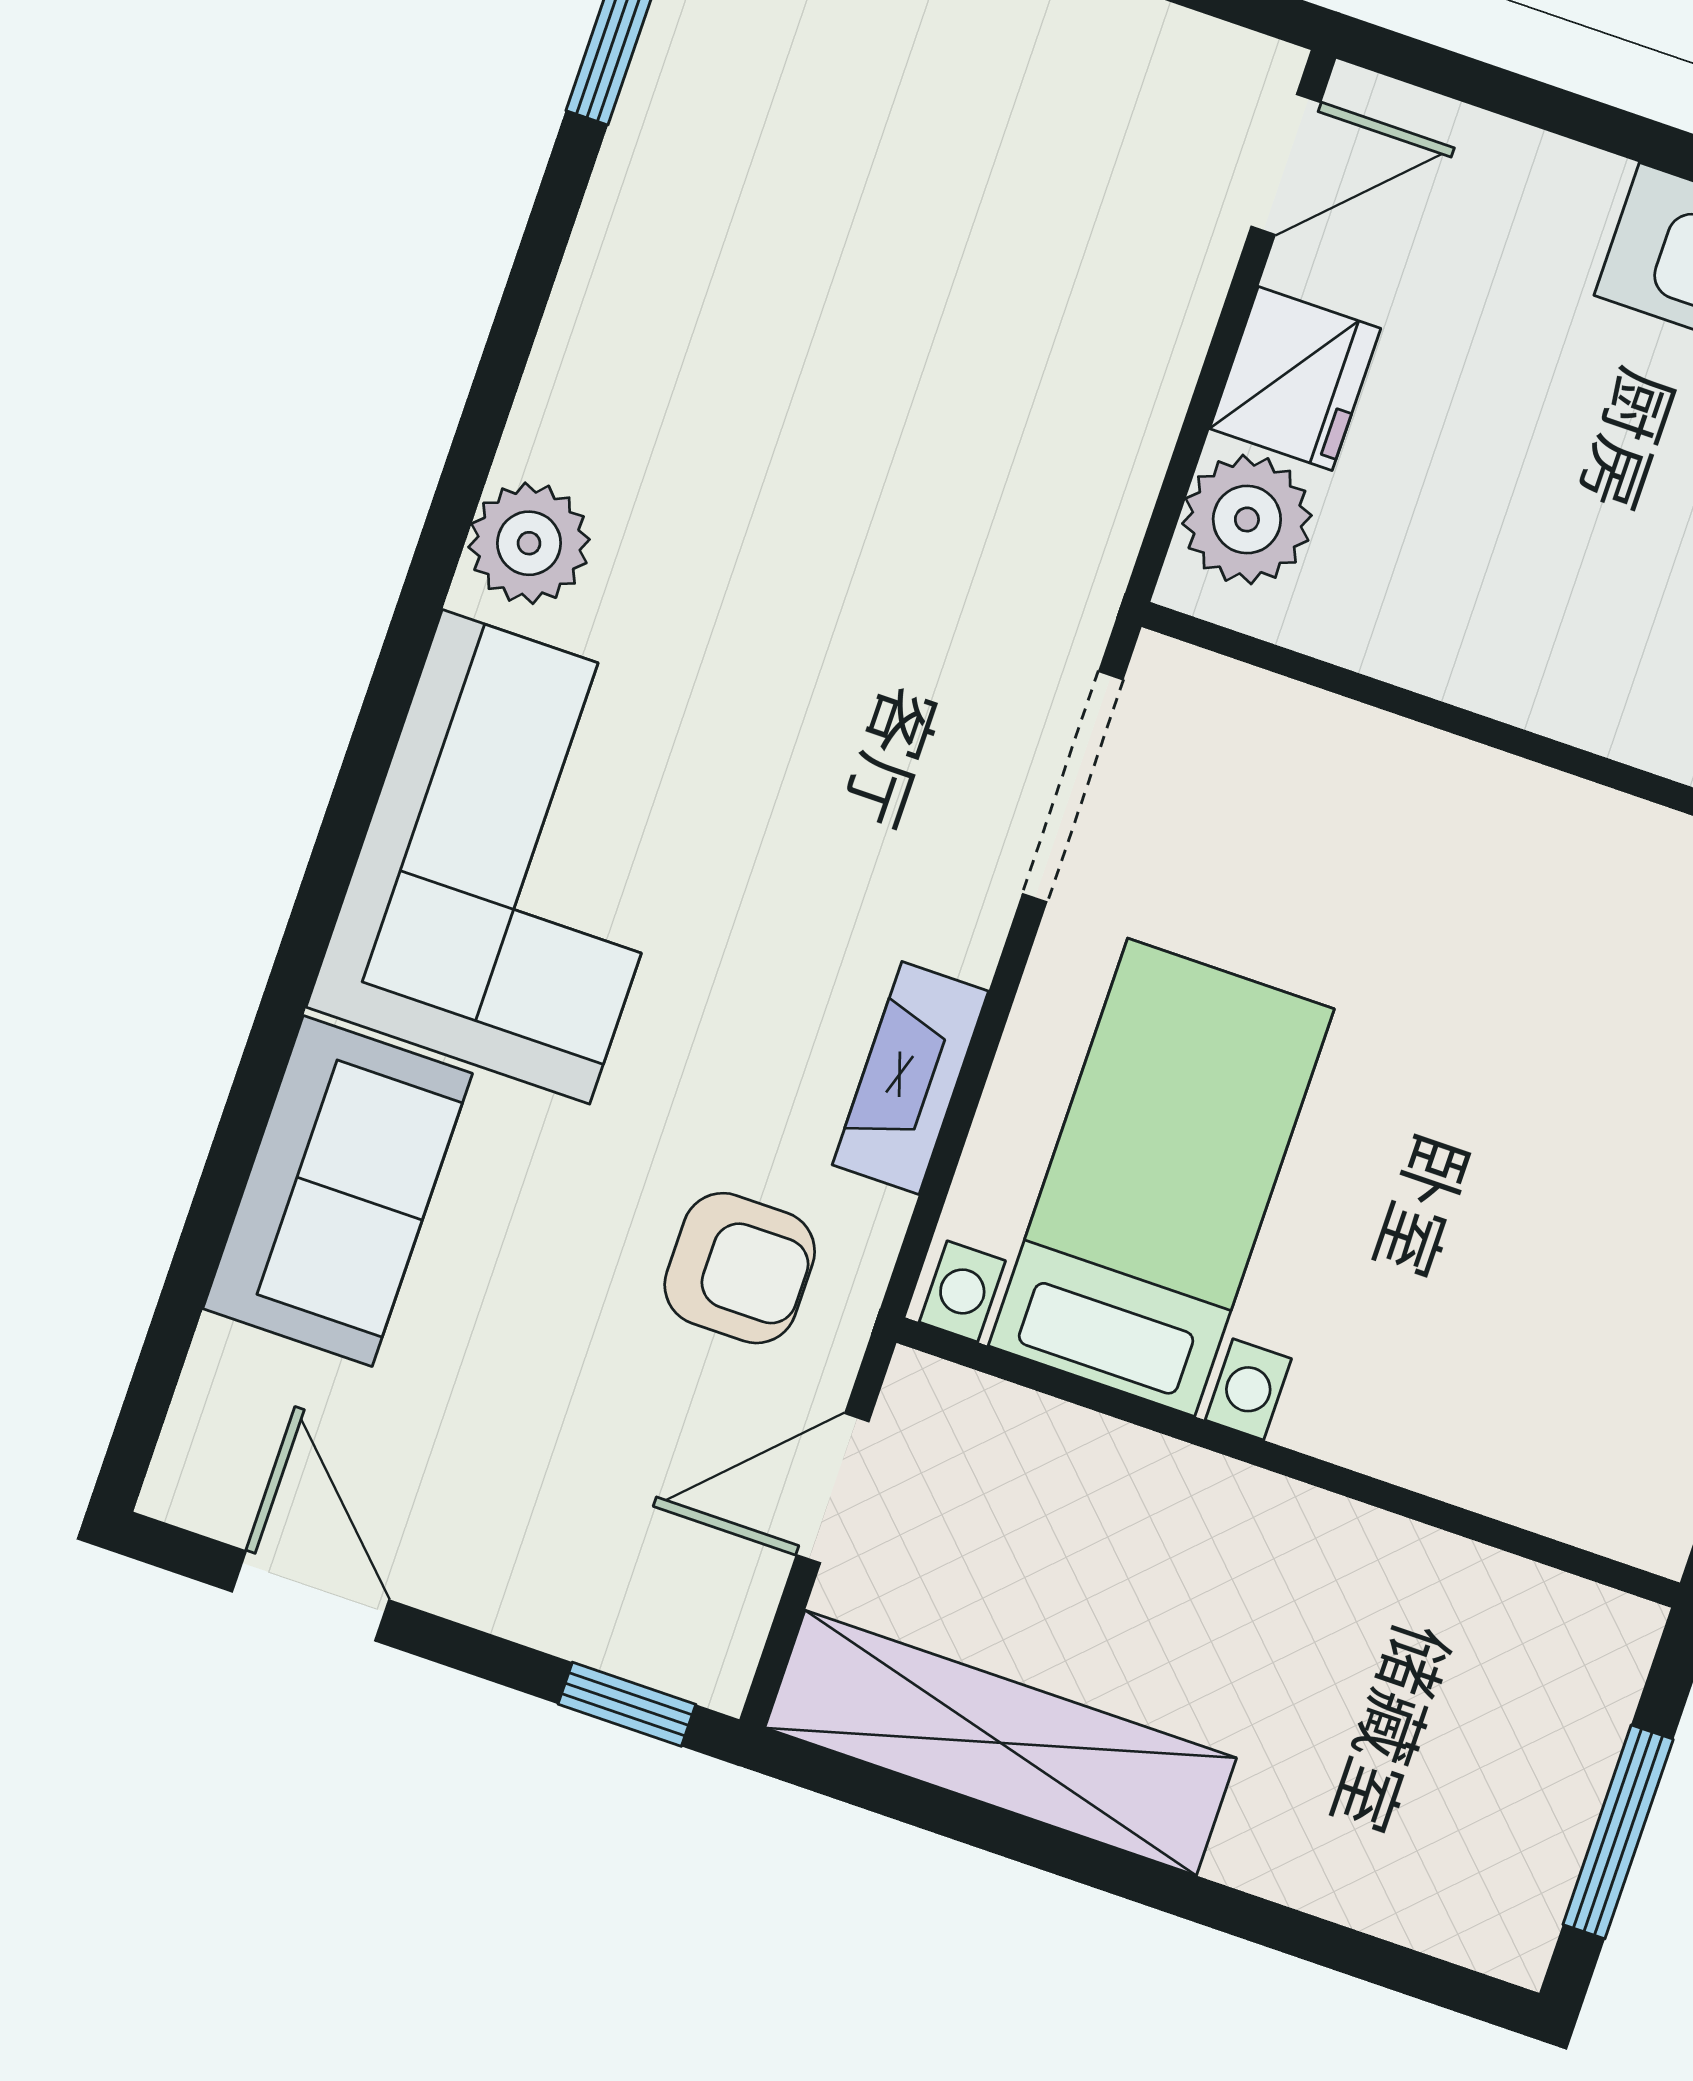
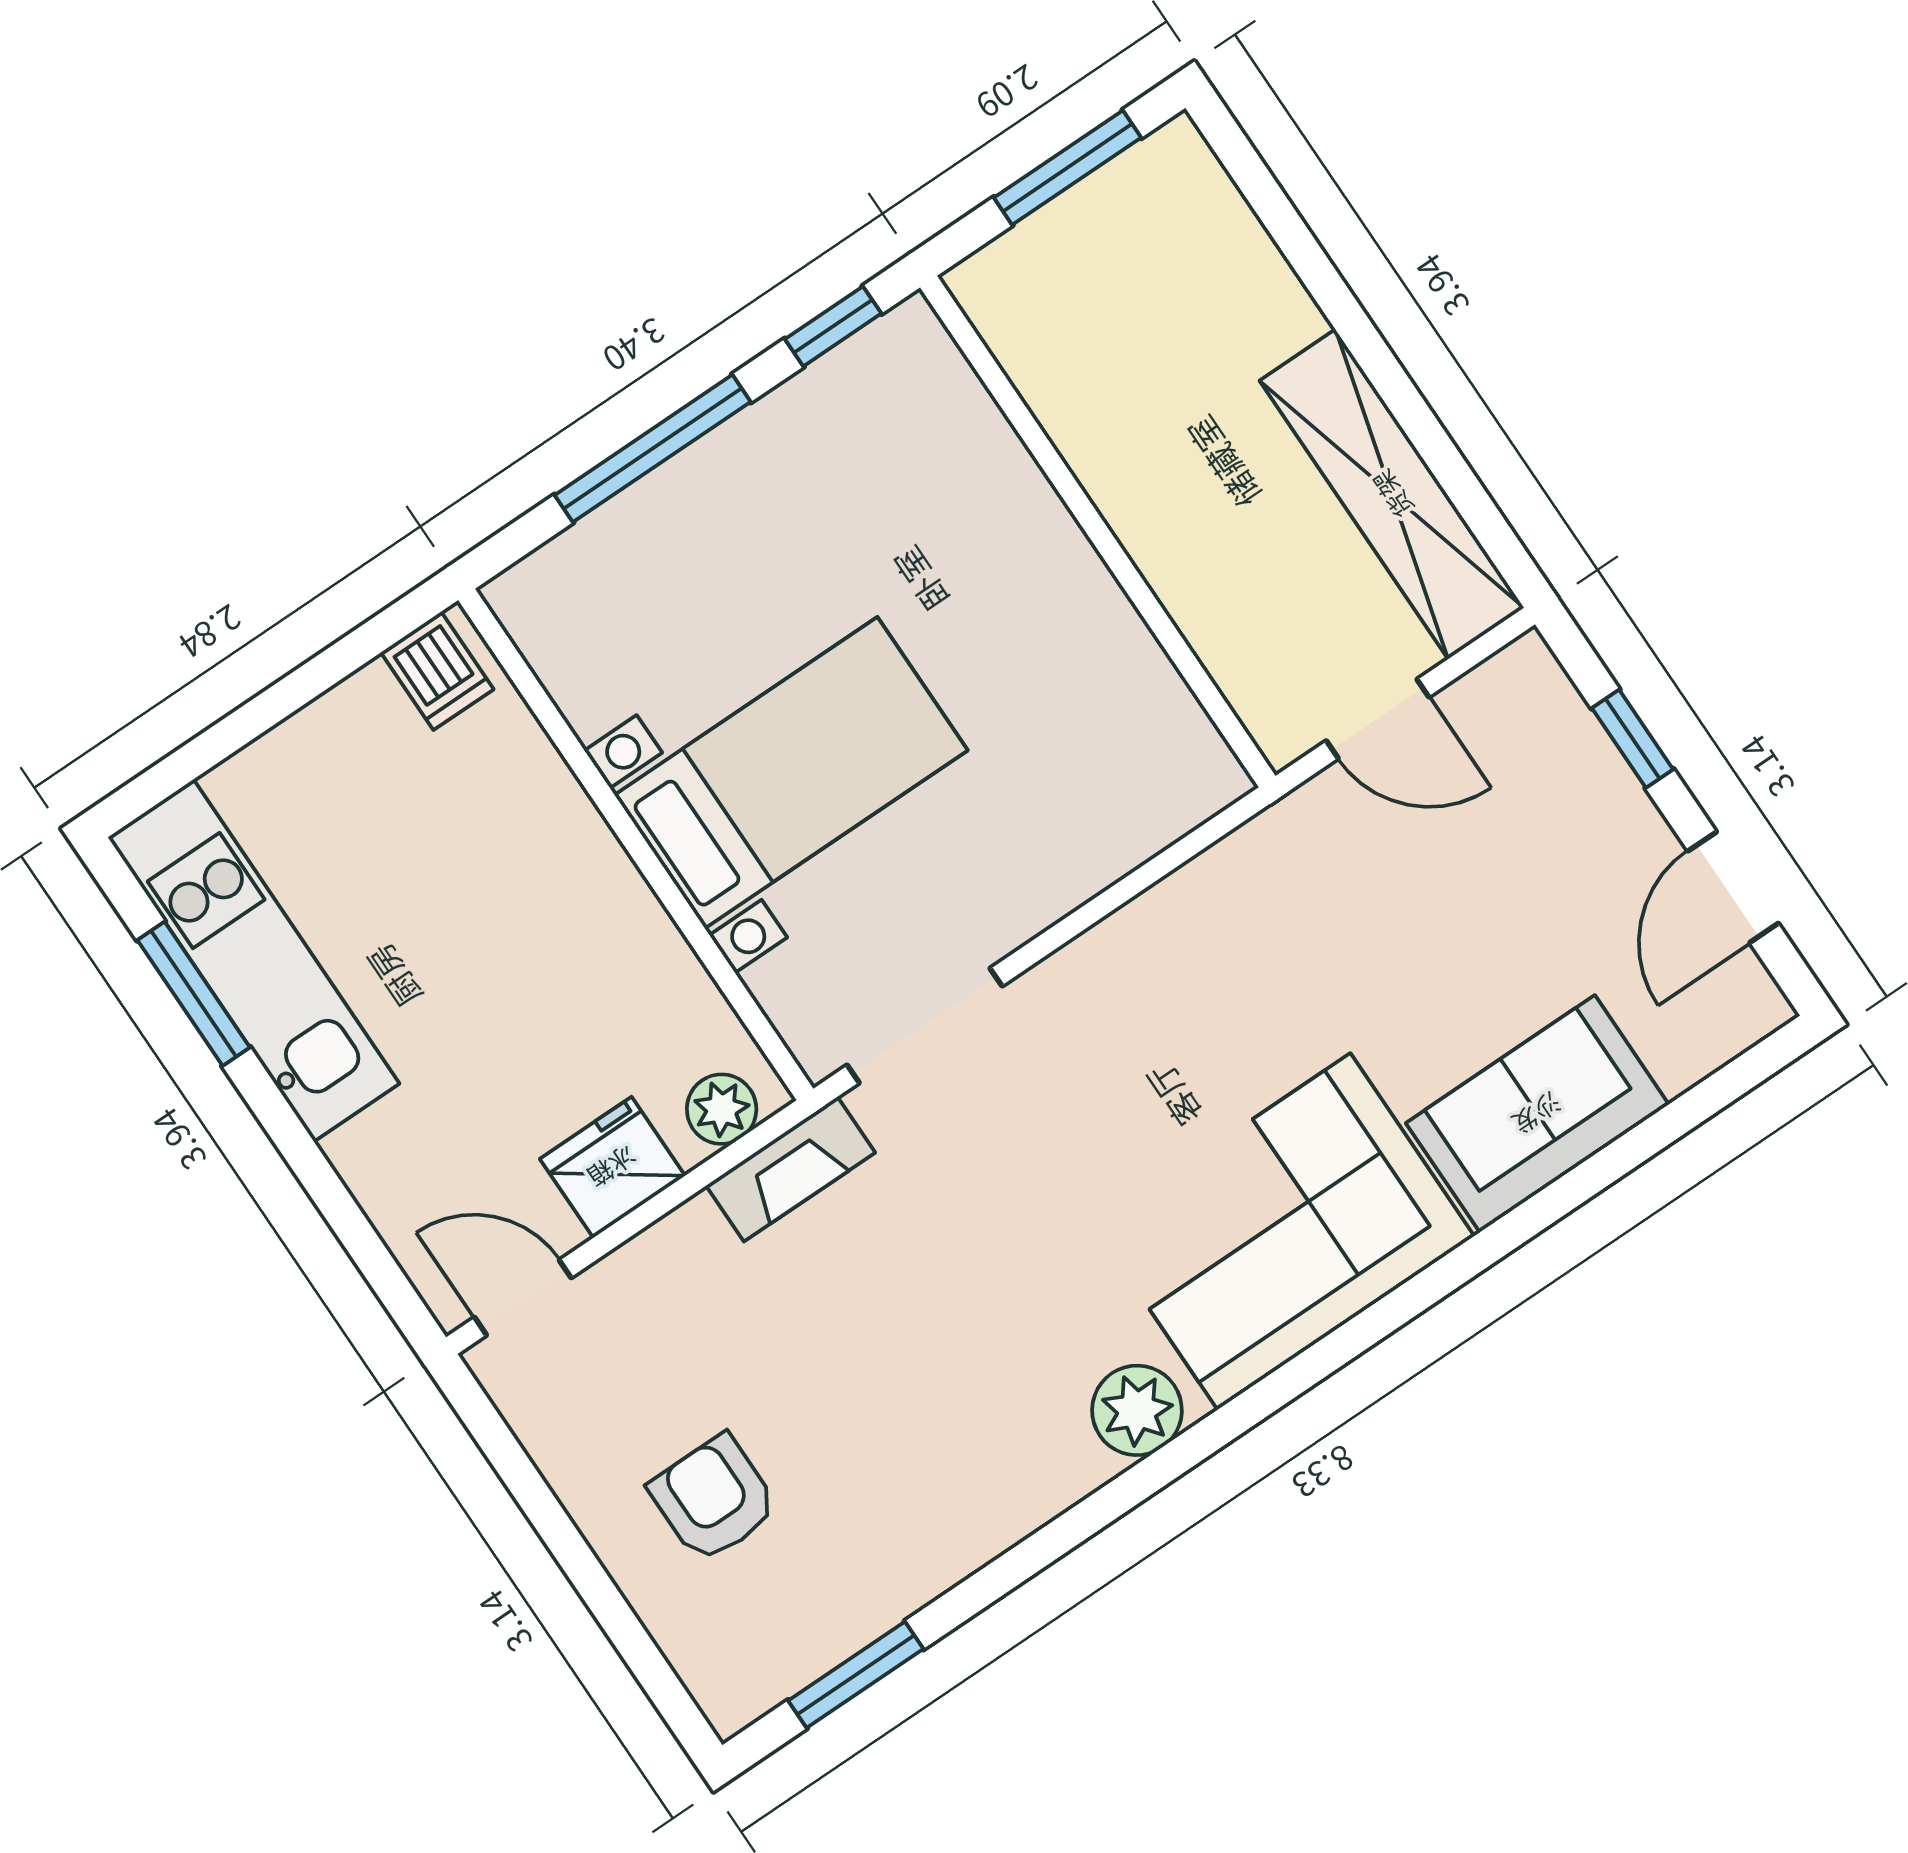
plant: (1247, 519) -> (722, 1109), width x0.73, depth x0.73
fireplace: (910, 1078) -> (791, 1169), moved
bed with nightstands: (1161, 1177) -> (791, 773), moved, turned 180
armchair: (740, 1268) -> (714, 1499), moved
window: (627, 1704) -> (1633, 739), moved

